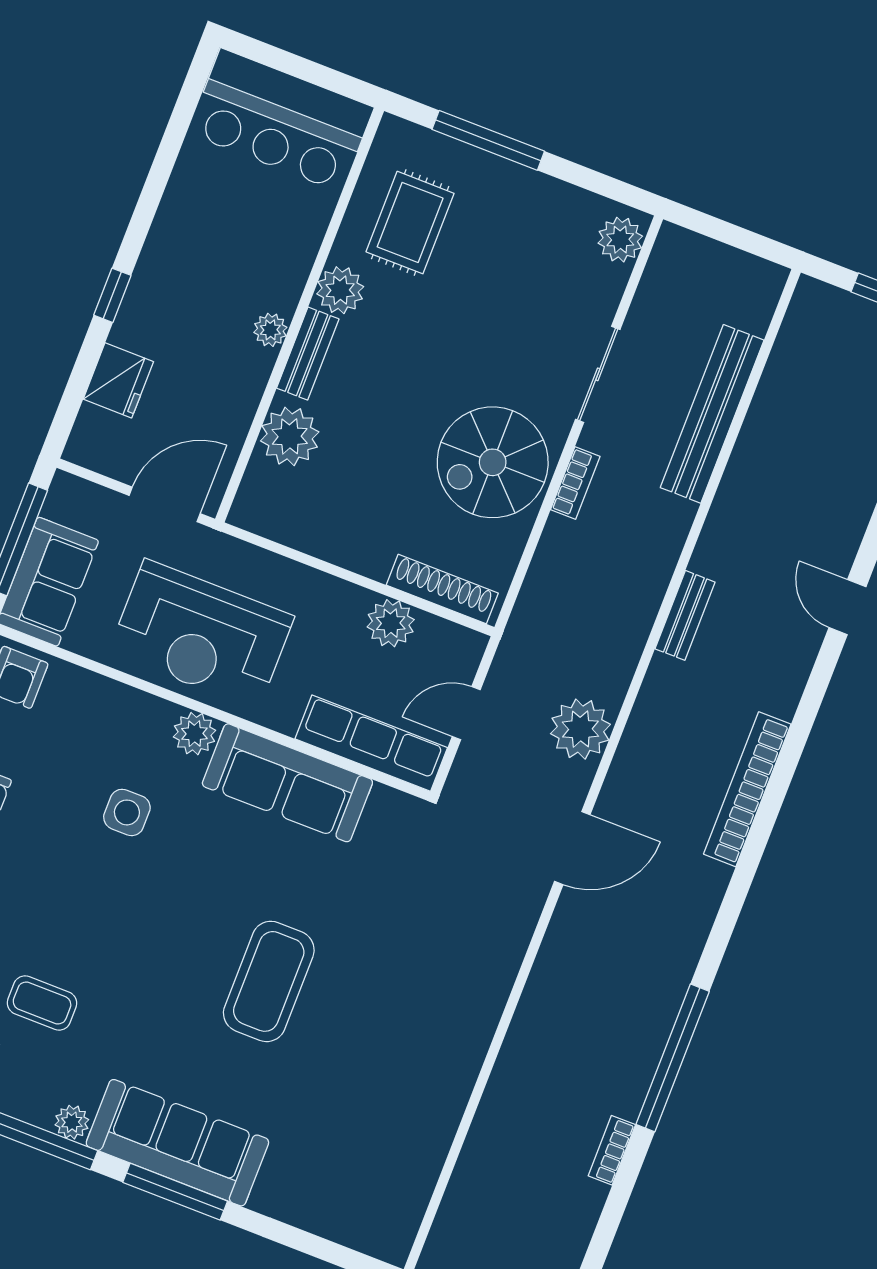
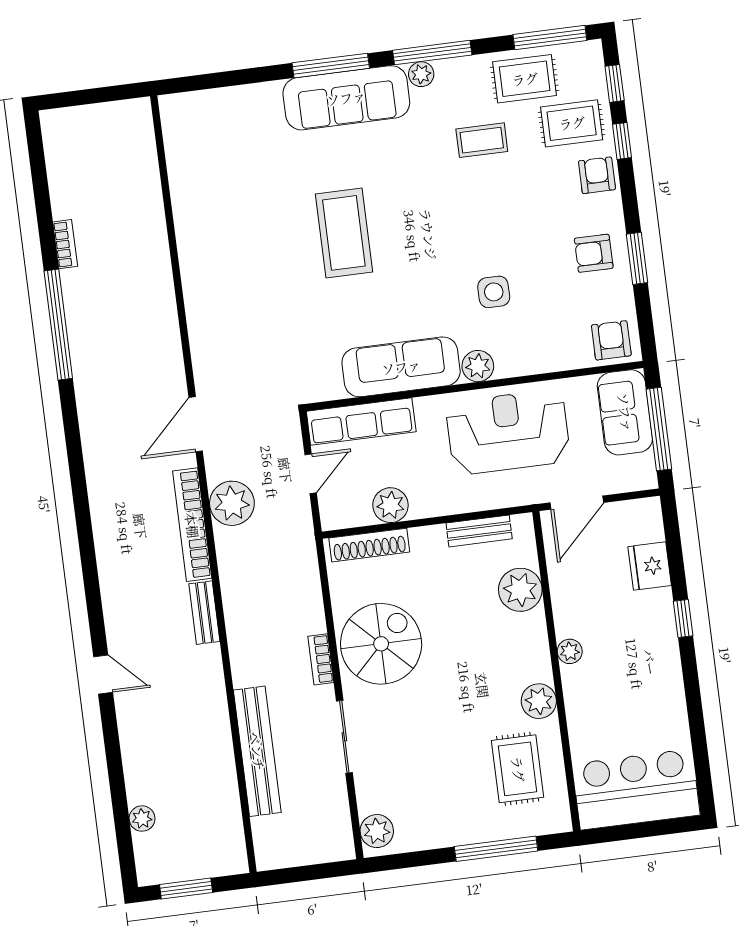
bench: (308, 354) -> (479, 531), moved, turned 90
bookcase: (747, 789) -> (192, 525), moved, turned 180

